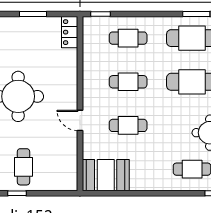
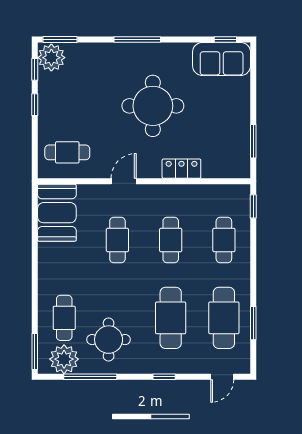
window: (33, 14) -> (253, 141), moved
locker: (70, 32) -> (181, 169), moved
cafe table: (23, 167) -> (67, 152), moved

